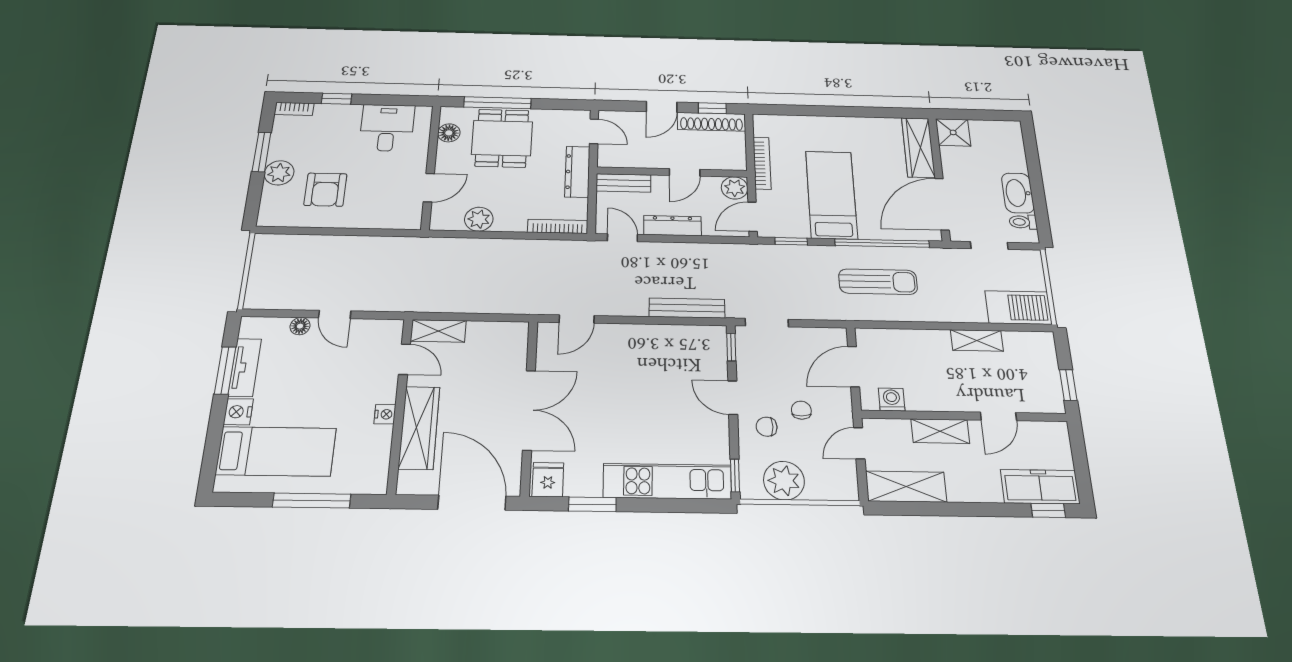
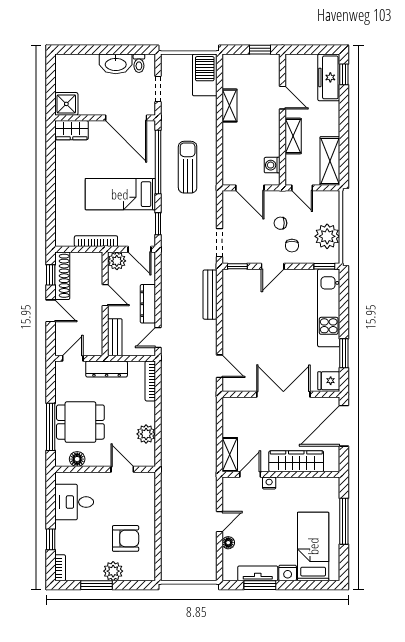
wardrobe: (918, 147) -> (72, 130), width x0.67
nightstand: (385, 414) -> (269, 483), moved

